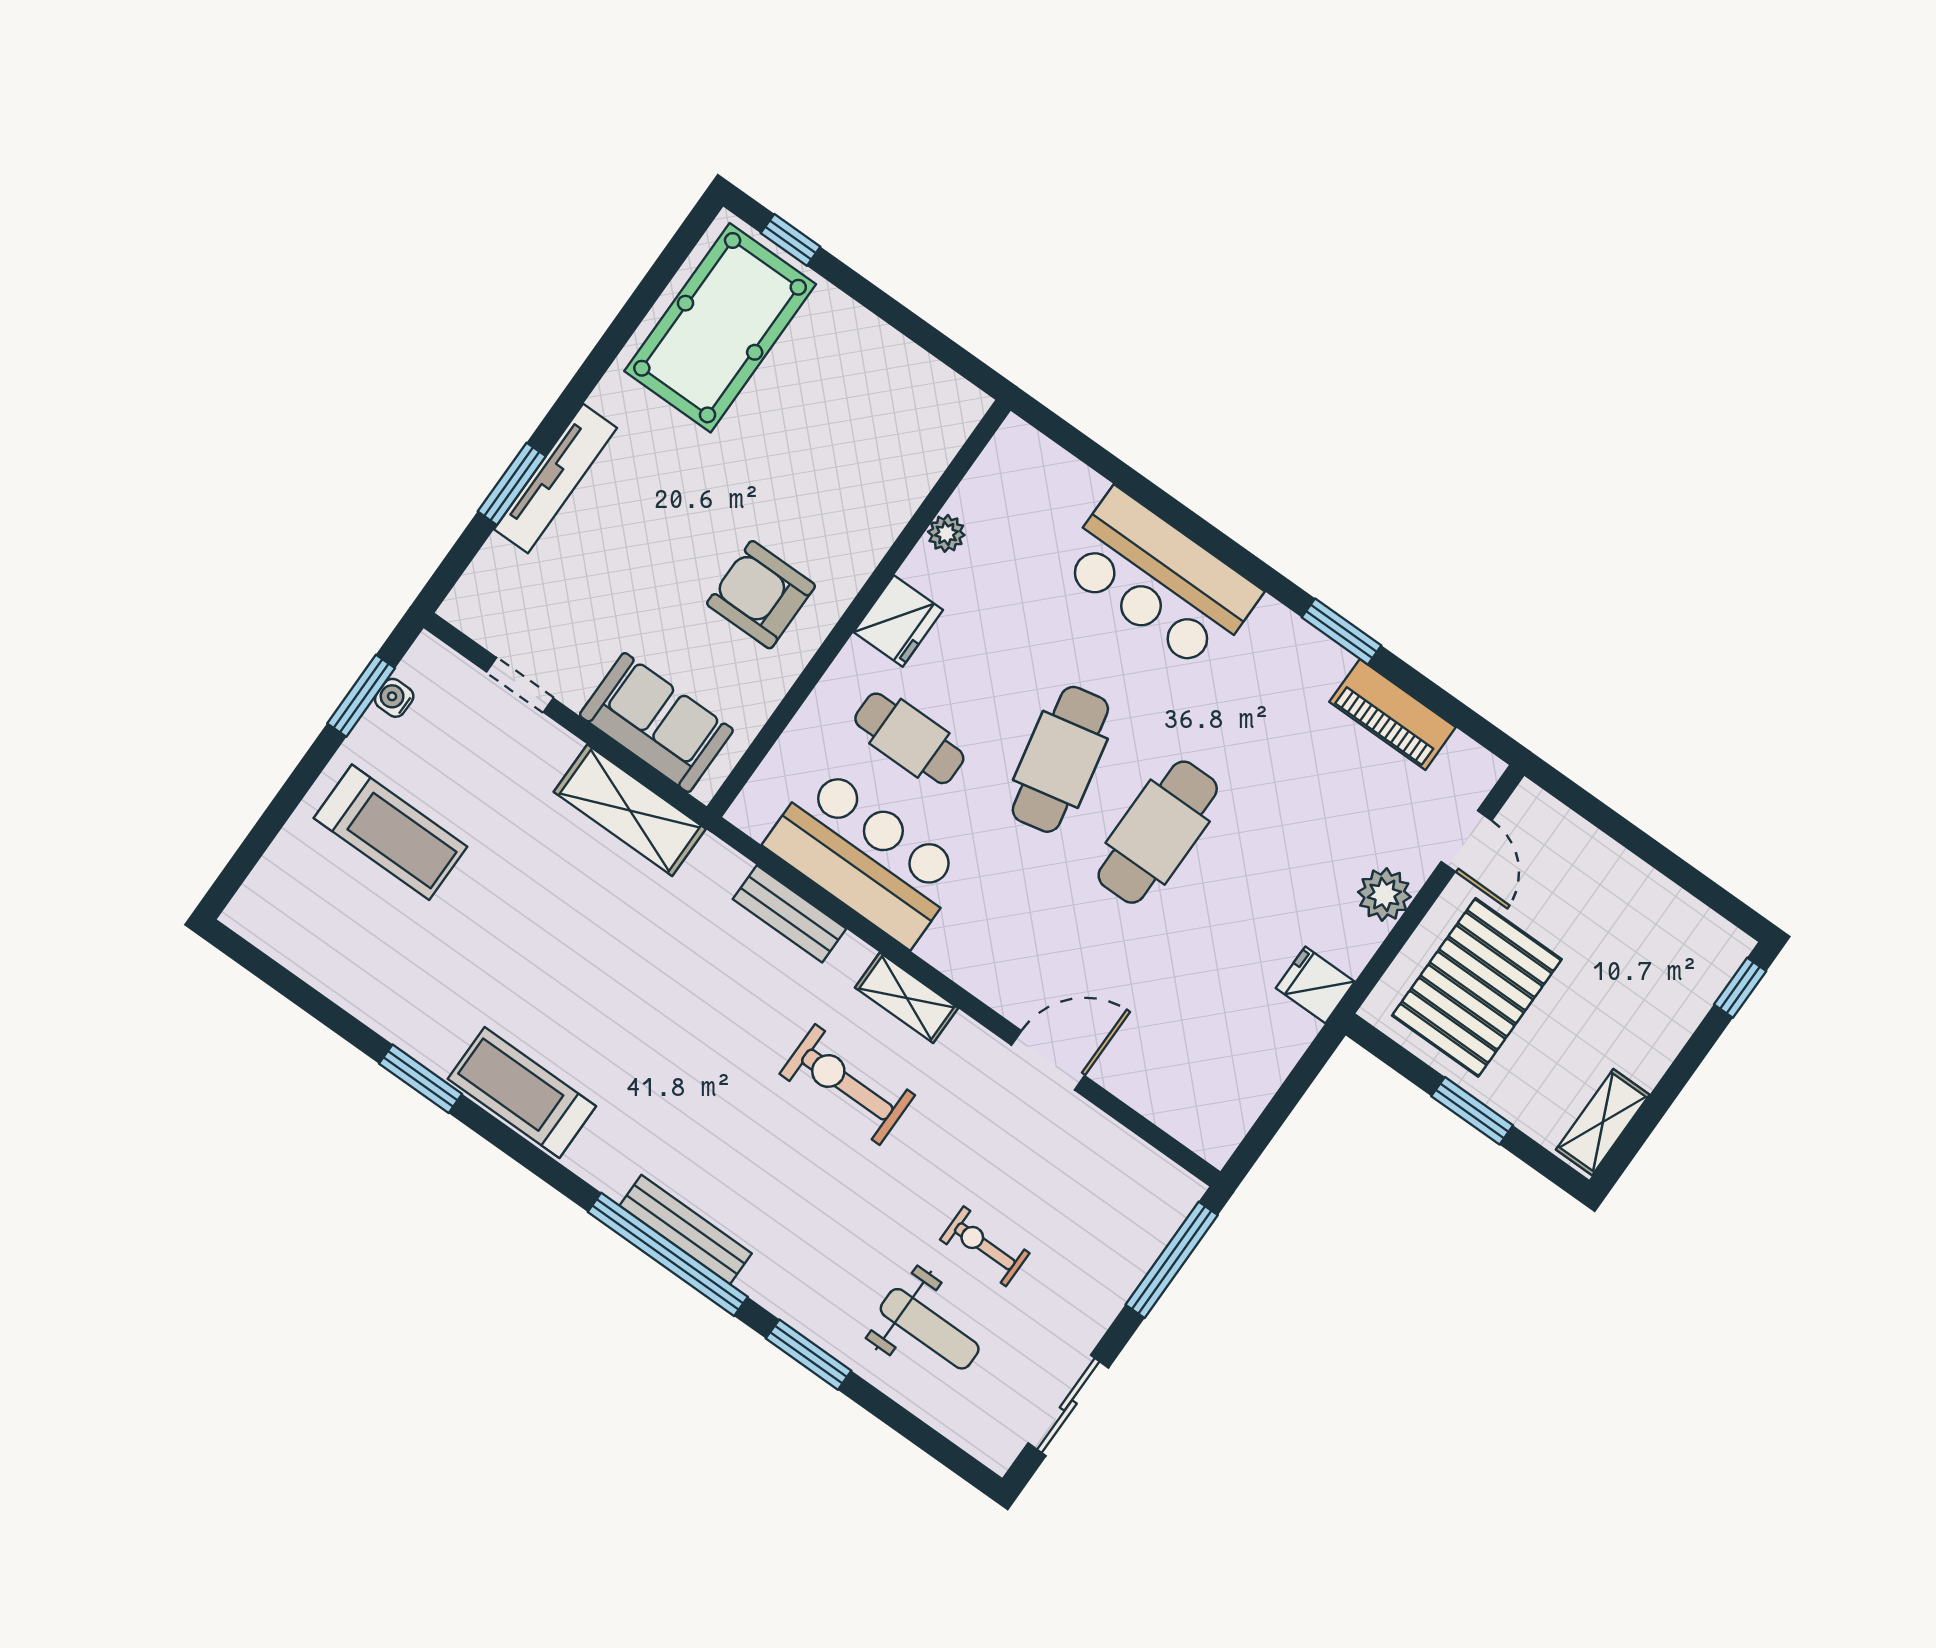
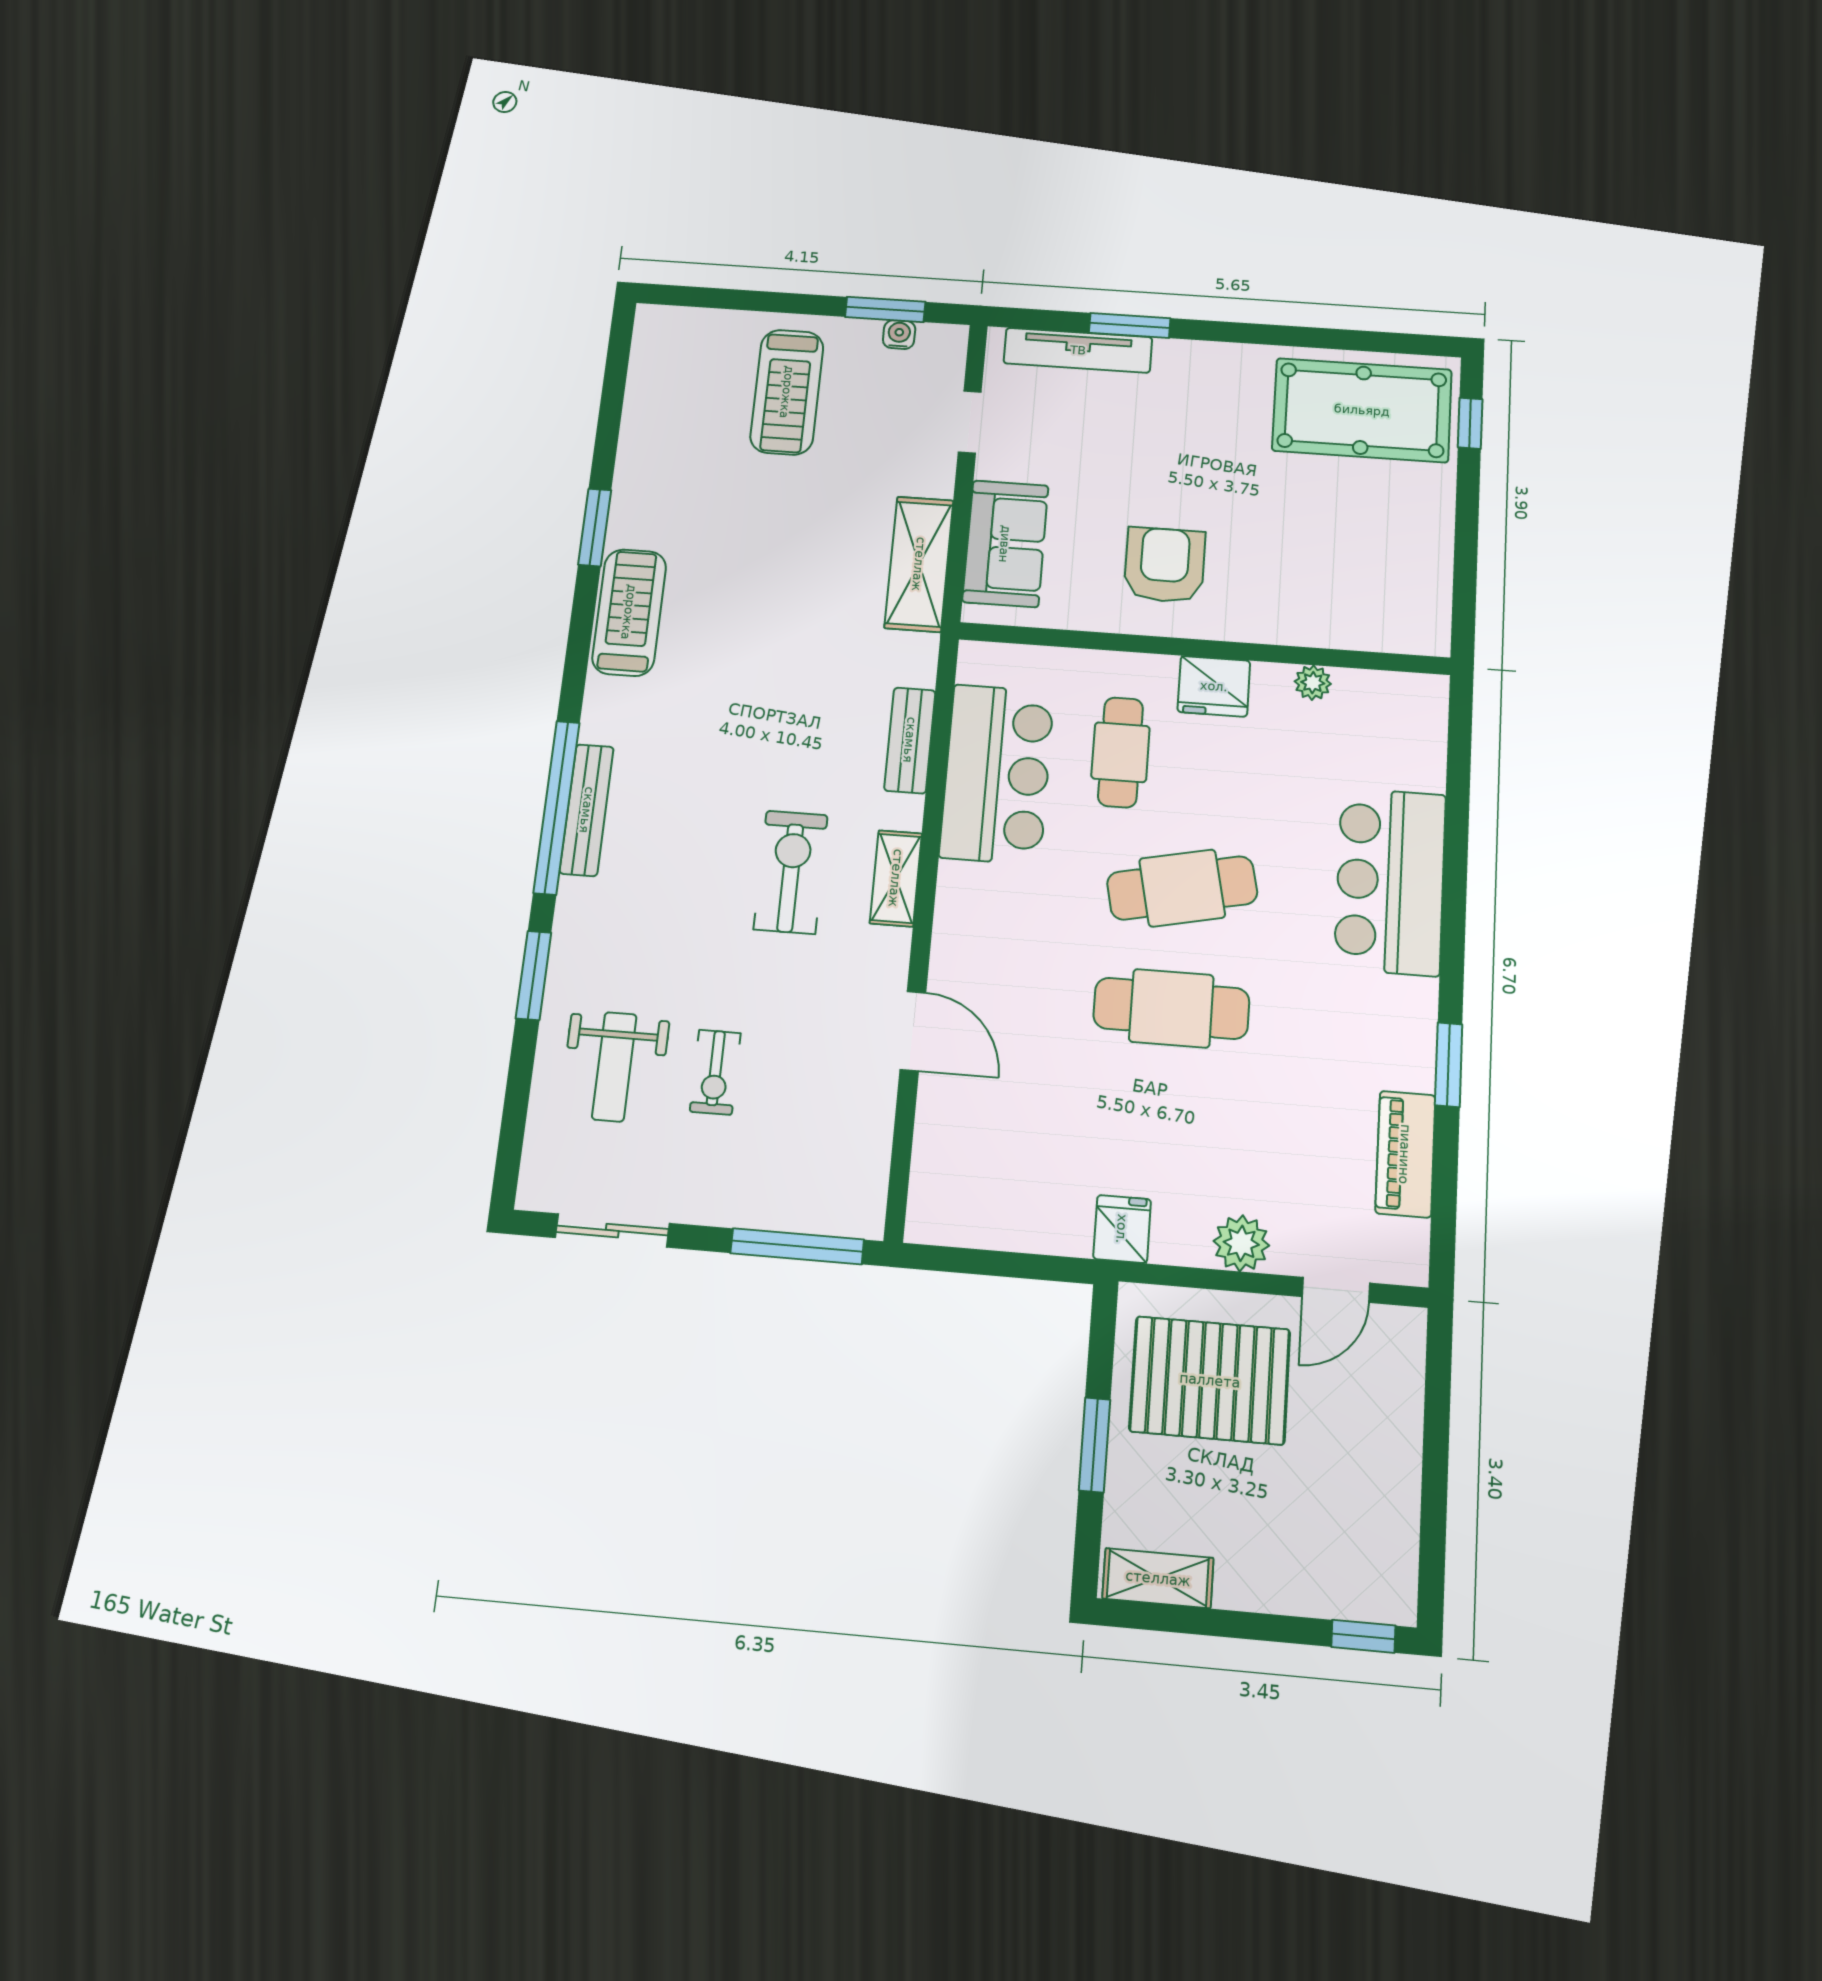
tv unit: (555, 479) -> (1078, 350), moved
exercise bike: (985, 1246) -> (715, 1072), turned 180

